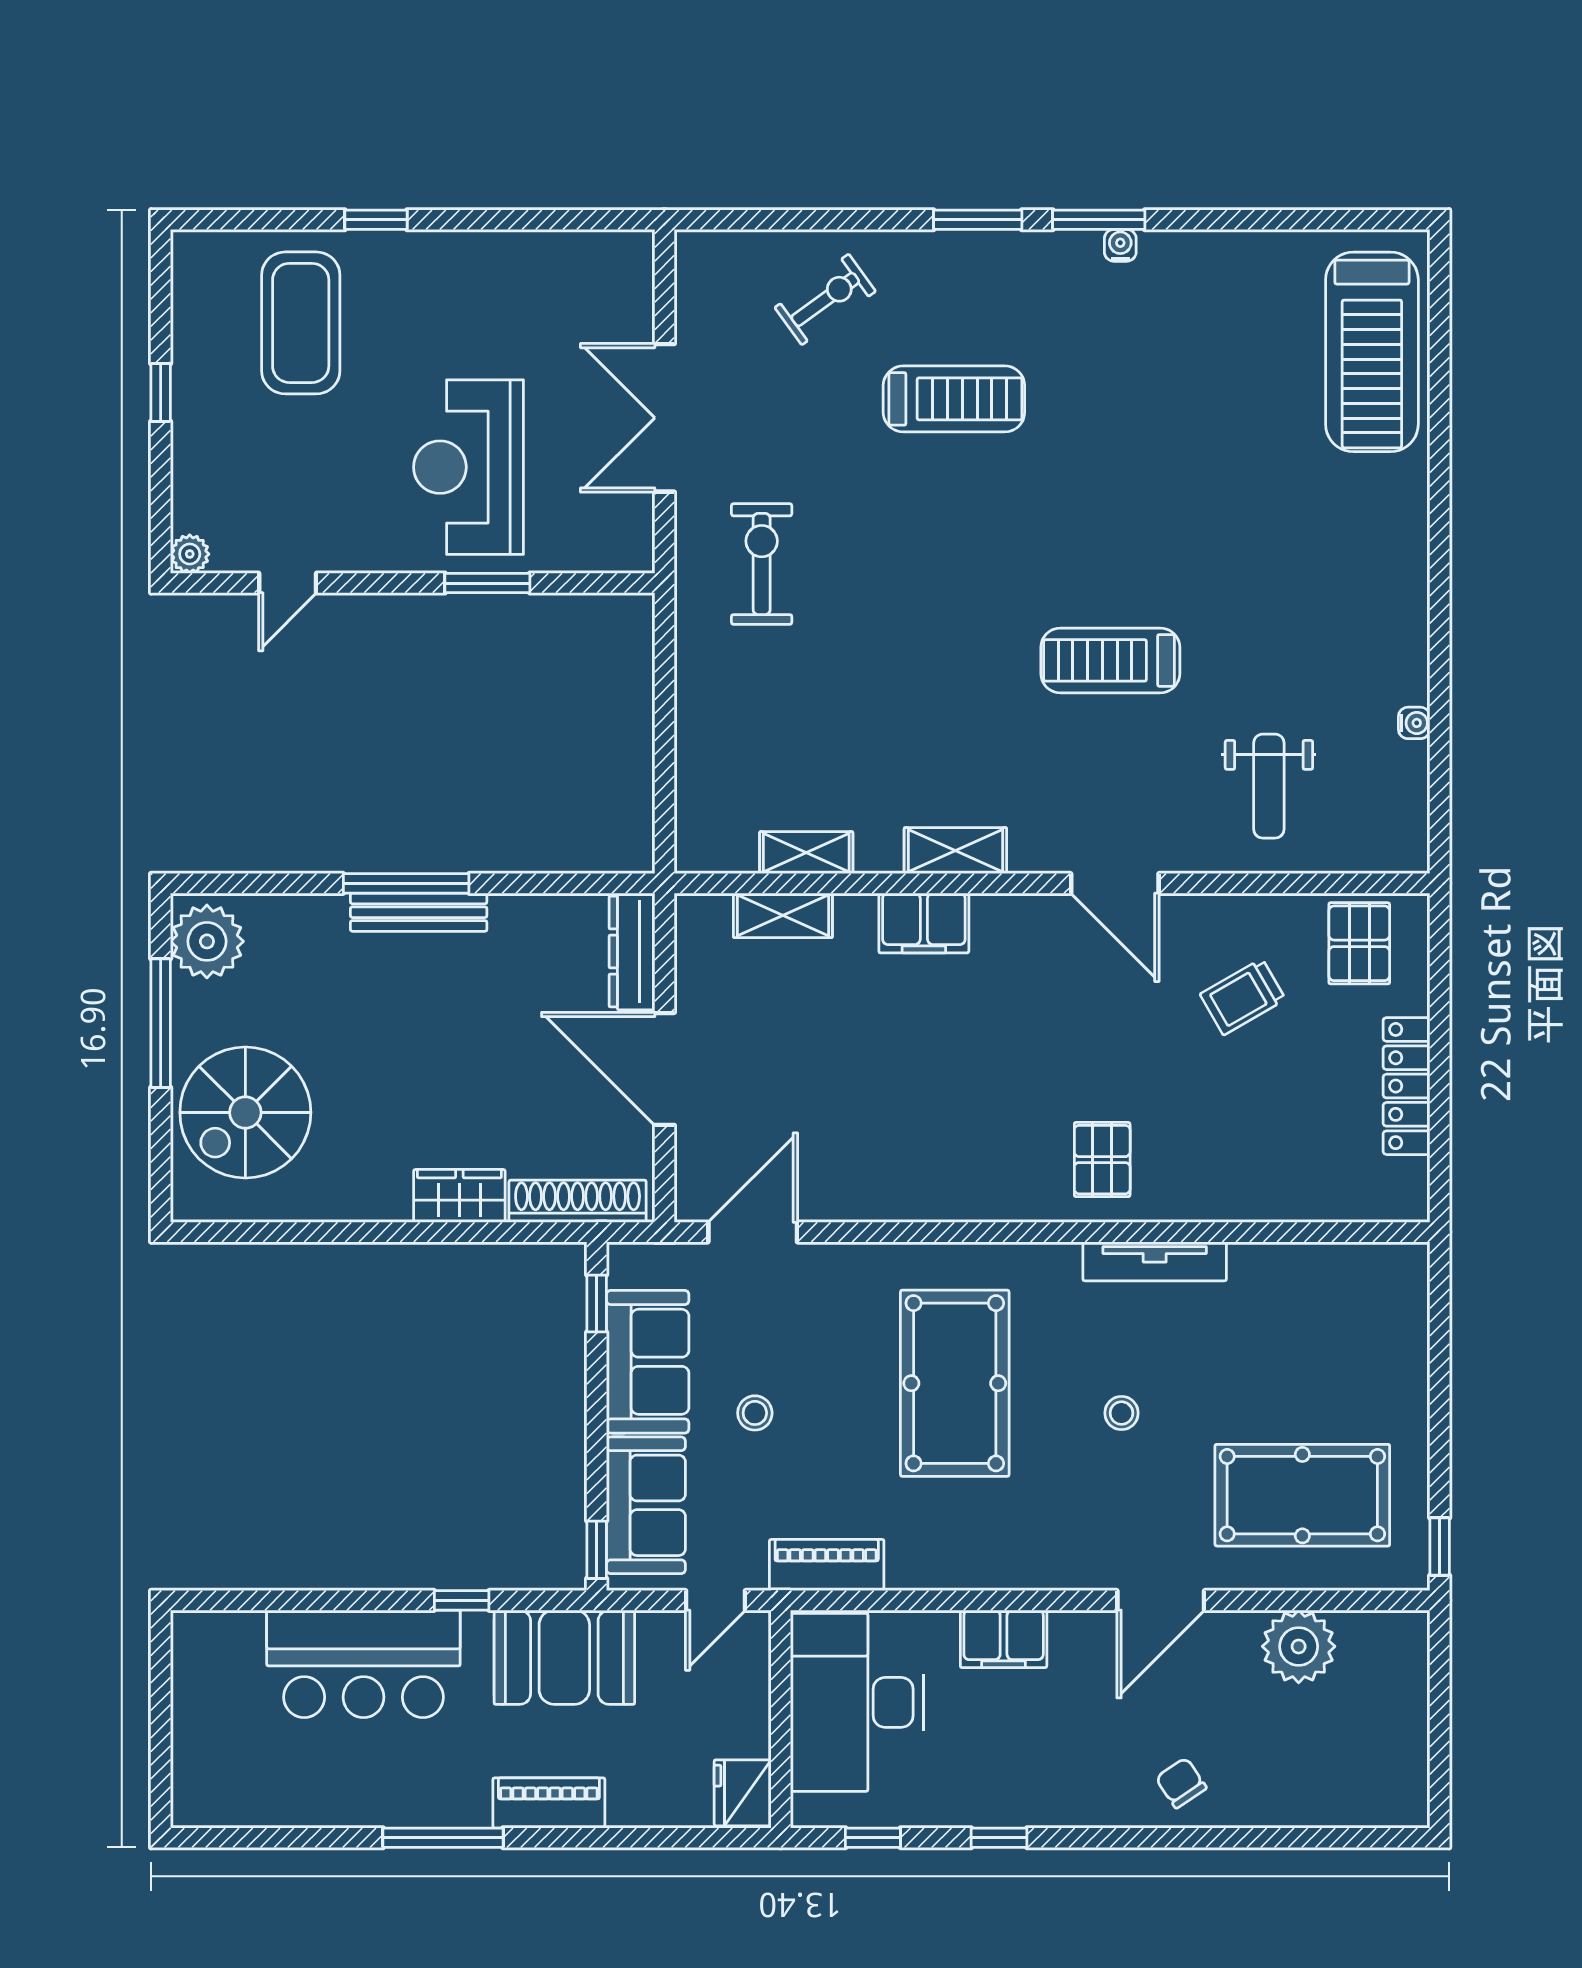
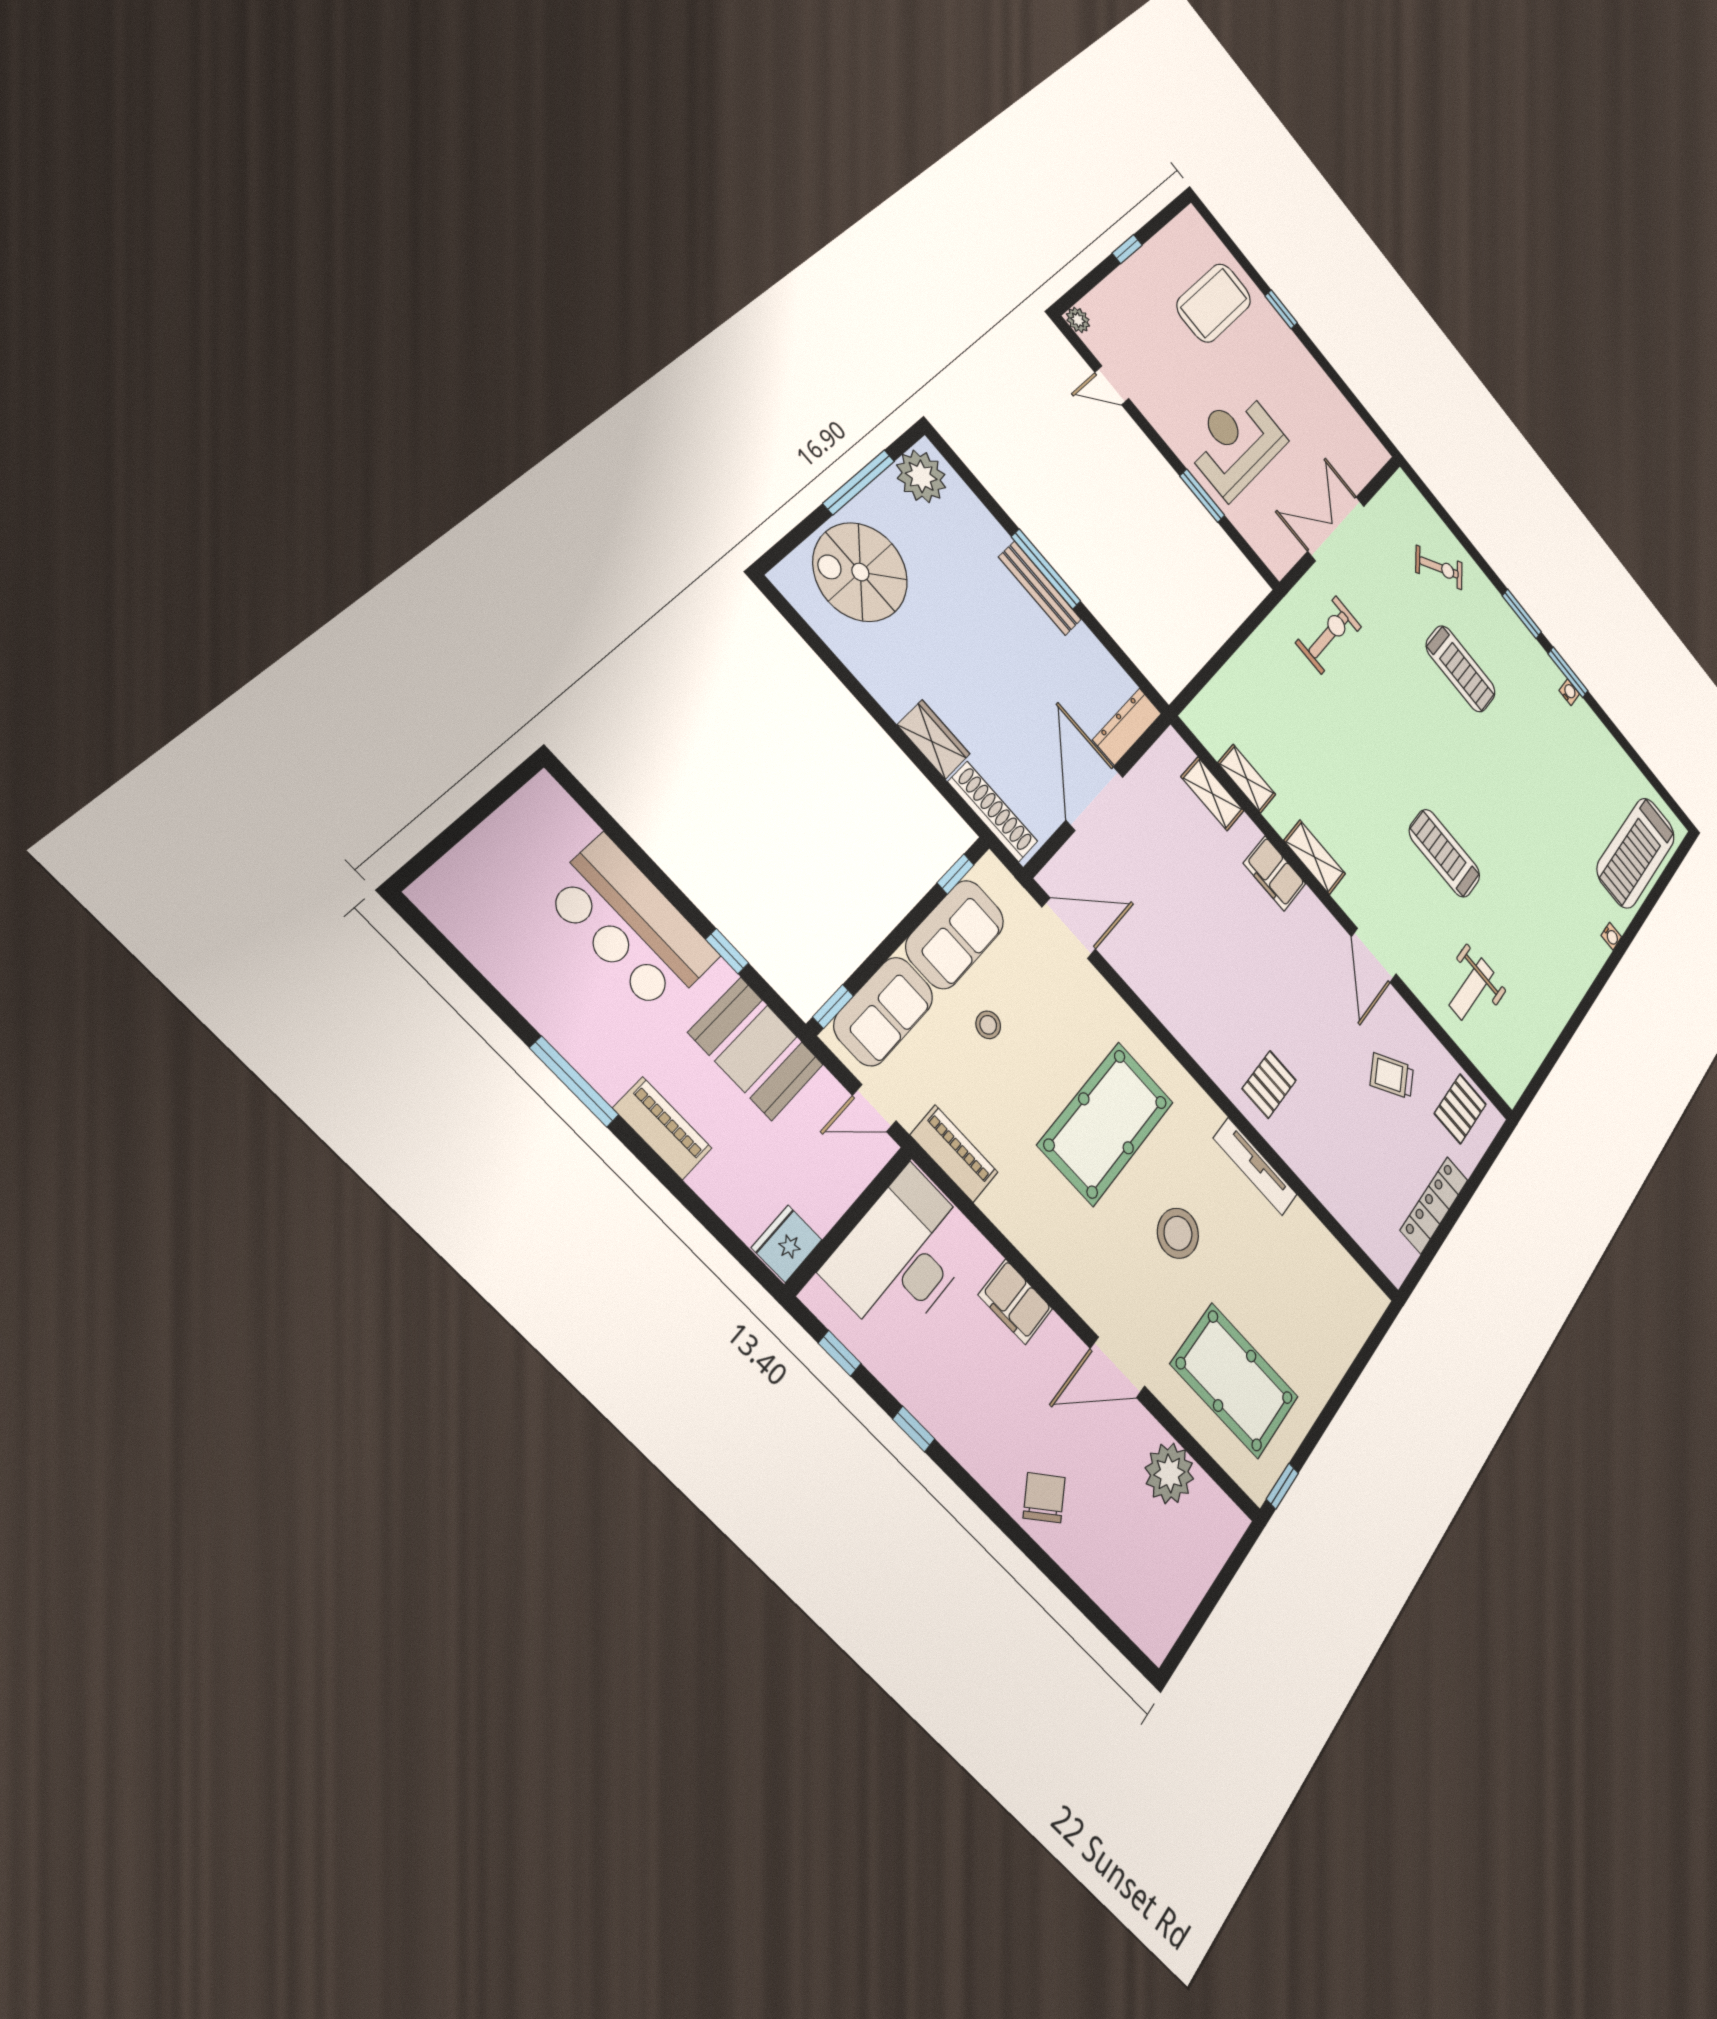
water cooler: (1414, 723) -> (1611, 936), moved
stool: (1121, 1413) -> (1178, 1233), width x1.89, depth x1.89
chair: (1181, 1783) -> (1044, 1498), width x1.37, depth x1.37

